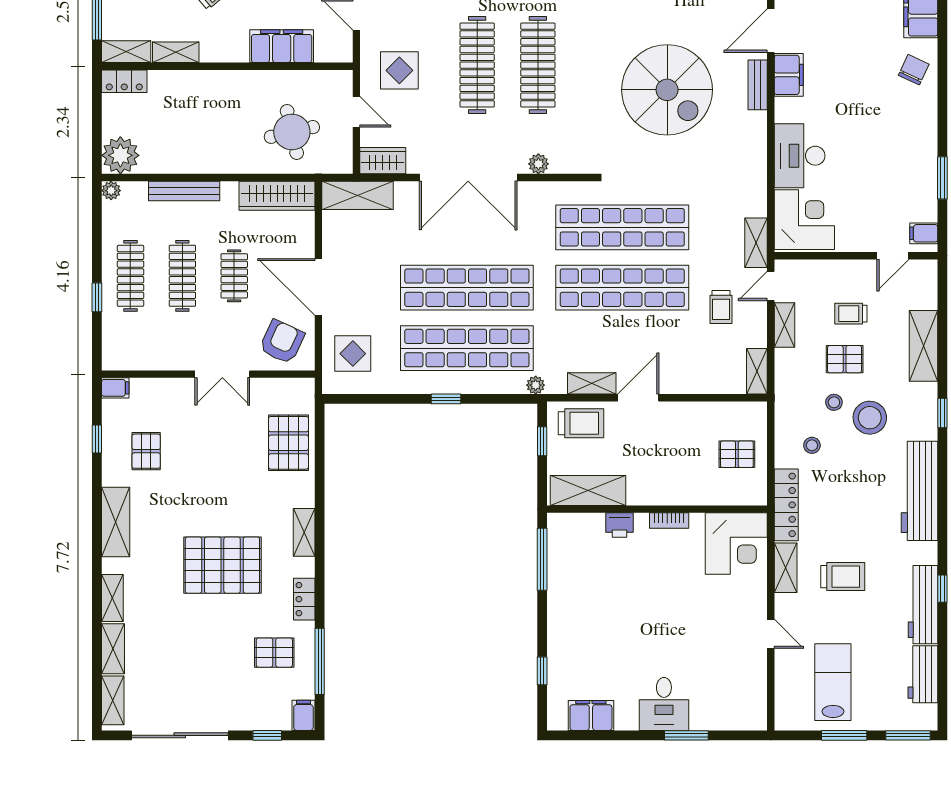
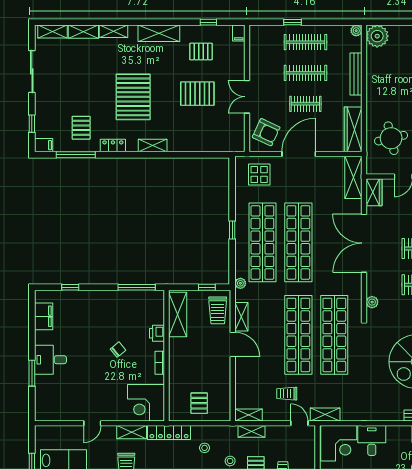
desk: (800, 156) -> (372, 441), width x0.73
plant: (538, 164) -> (372, 302), moved
shelving: (784, 325) -> (251, 431), moved
pallet: (289, 443) -> (197, 94), moved
chair: (647, 590) -> (118, 350), added
sliding door: (180, 735) -> (32, 71), width x0.73

